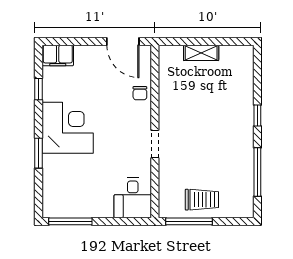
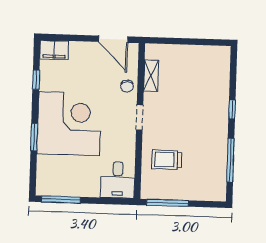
shelving: (201, 53) -> (151, 76), moved, turned 90
corner desk: (68, 128) -> (69, 124), width x1.36, depth x1.36
doorway: (155, 144) -> (140, 118), moved
trolley: (202, 200) -> (167, 160), moved, turned 180

